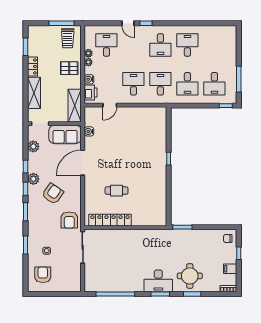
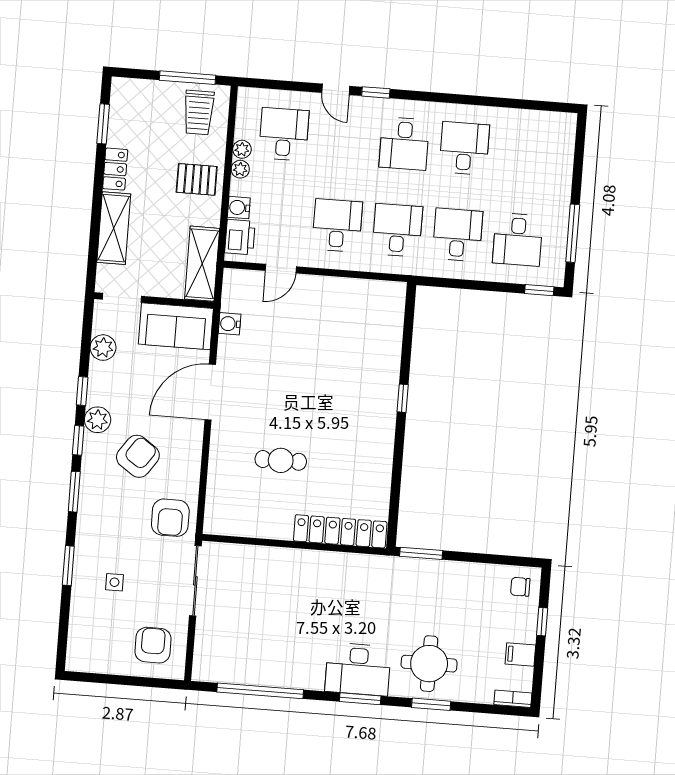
desk: (187, 84) -> (458, 235), turned 180
locker: (110, 220) -> (340, 531), moved
armchair: (43, 275) -> (153, 645), moved

